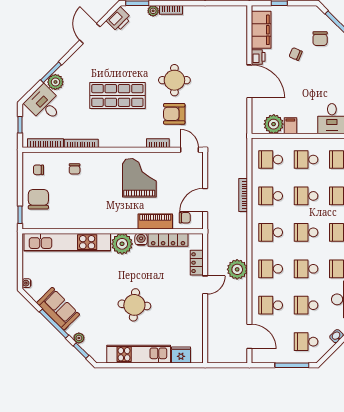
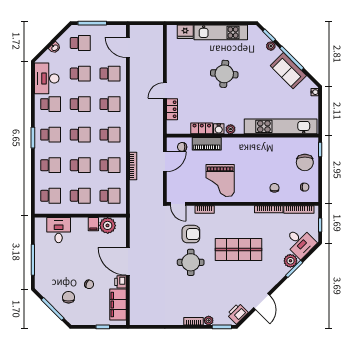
locker: (168, 240) -> (202, 128), width x0.66
plant: (122, 244) -> (231, 129), width x0.53, depth x0.53
plant: (237, 269) -> (138, 104), removed

